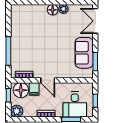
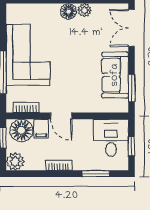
corner sofa: (25, 39) -> (28, 55), added
desk: (75, 105) -> (111, 138), moved, turned 180

